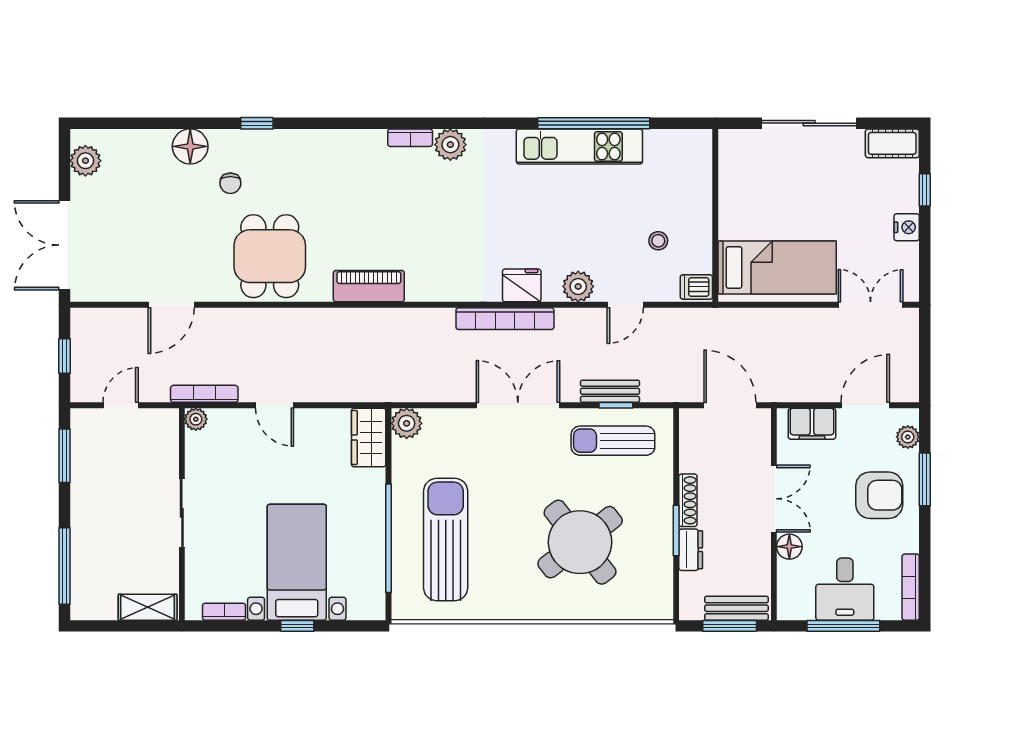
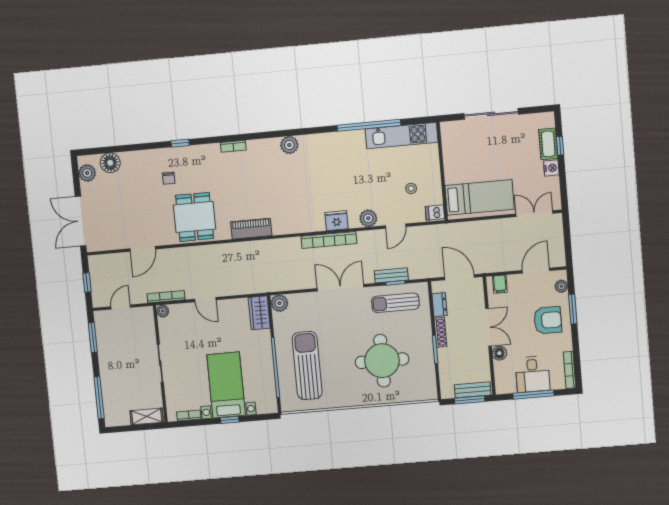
bookcase: (410, 138) -> (233, 146), moved
cot: (892, 143) -> (548, 144), moved, turned 90
floor lamp: (190, 146) -> (110, 163), moved
kitchen unit: (579, 146) -> (402, 136), moved
filing cabinet: (812, 424) -> (500, 284), width x0.50
round table: (580, 542) -> (382, 361), turned 38
dresser: (691, 550) -> (439, 305), moved

